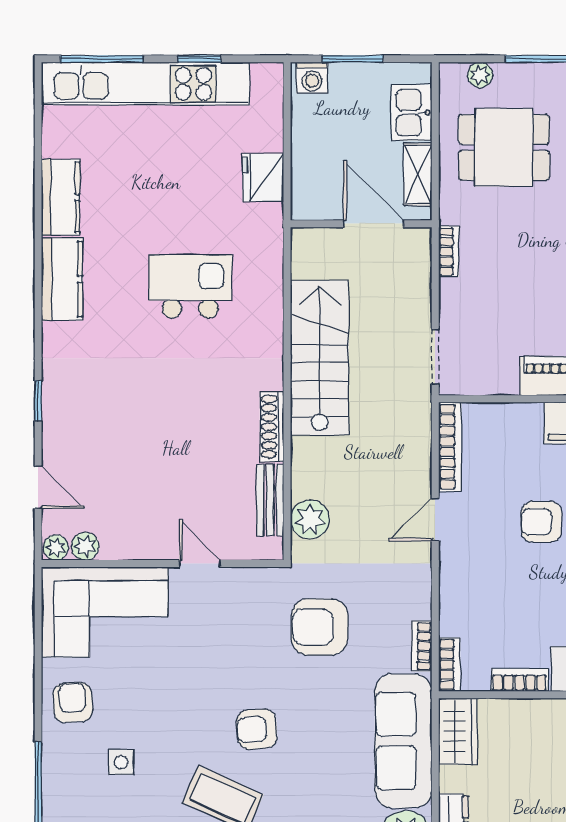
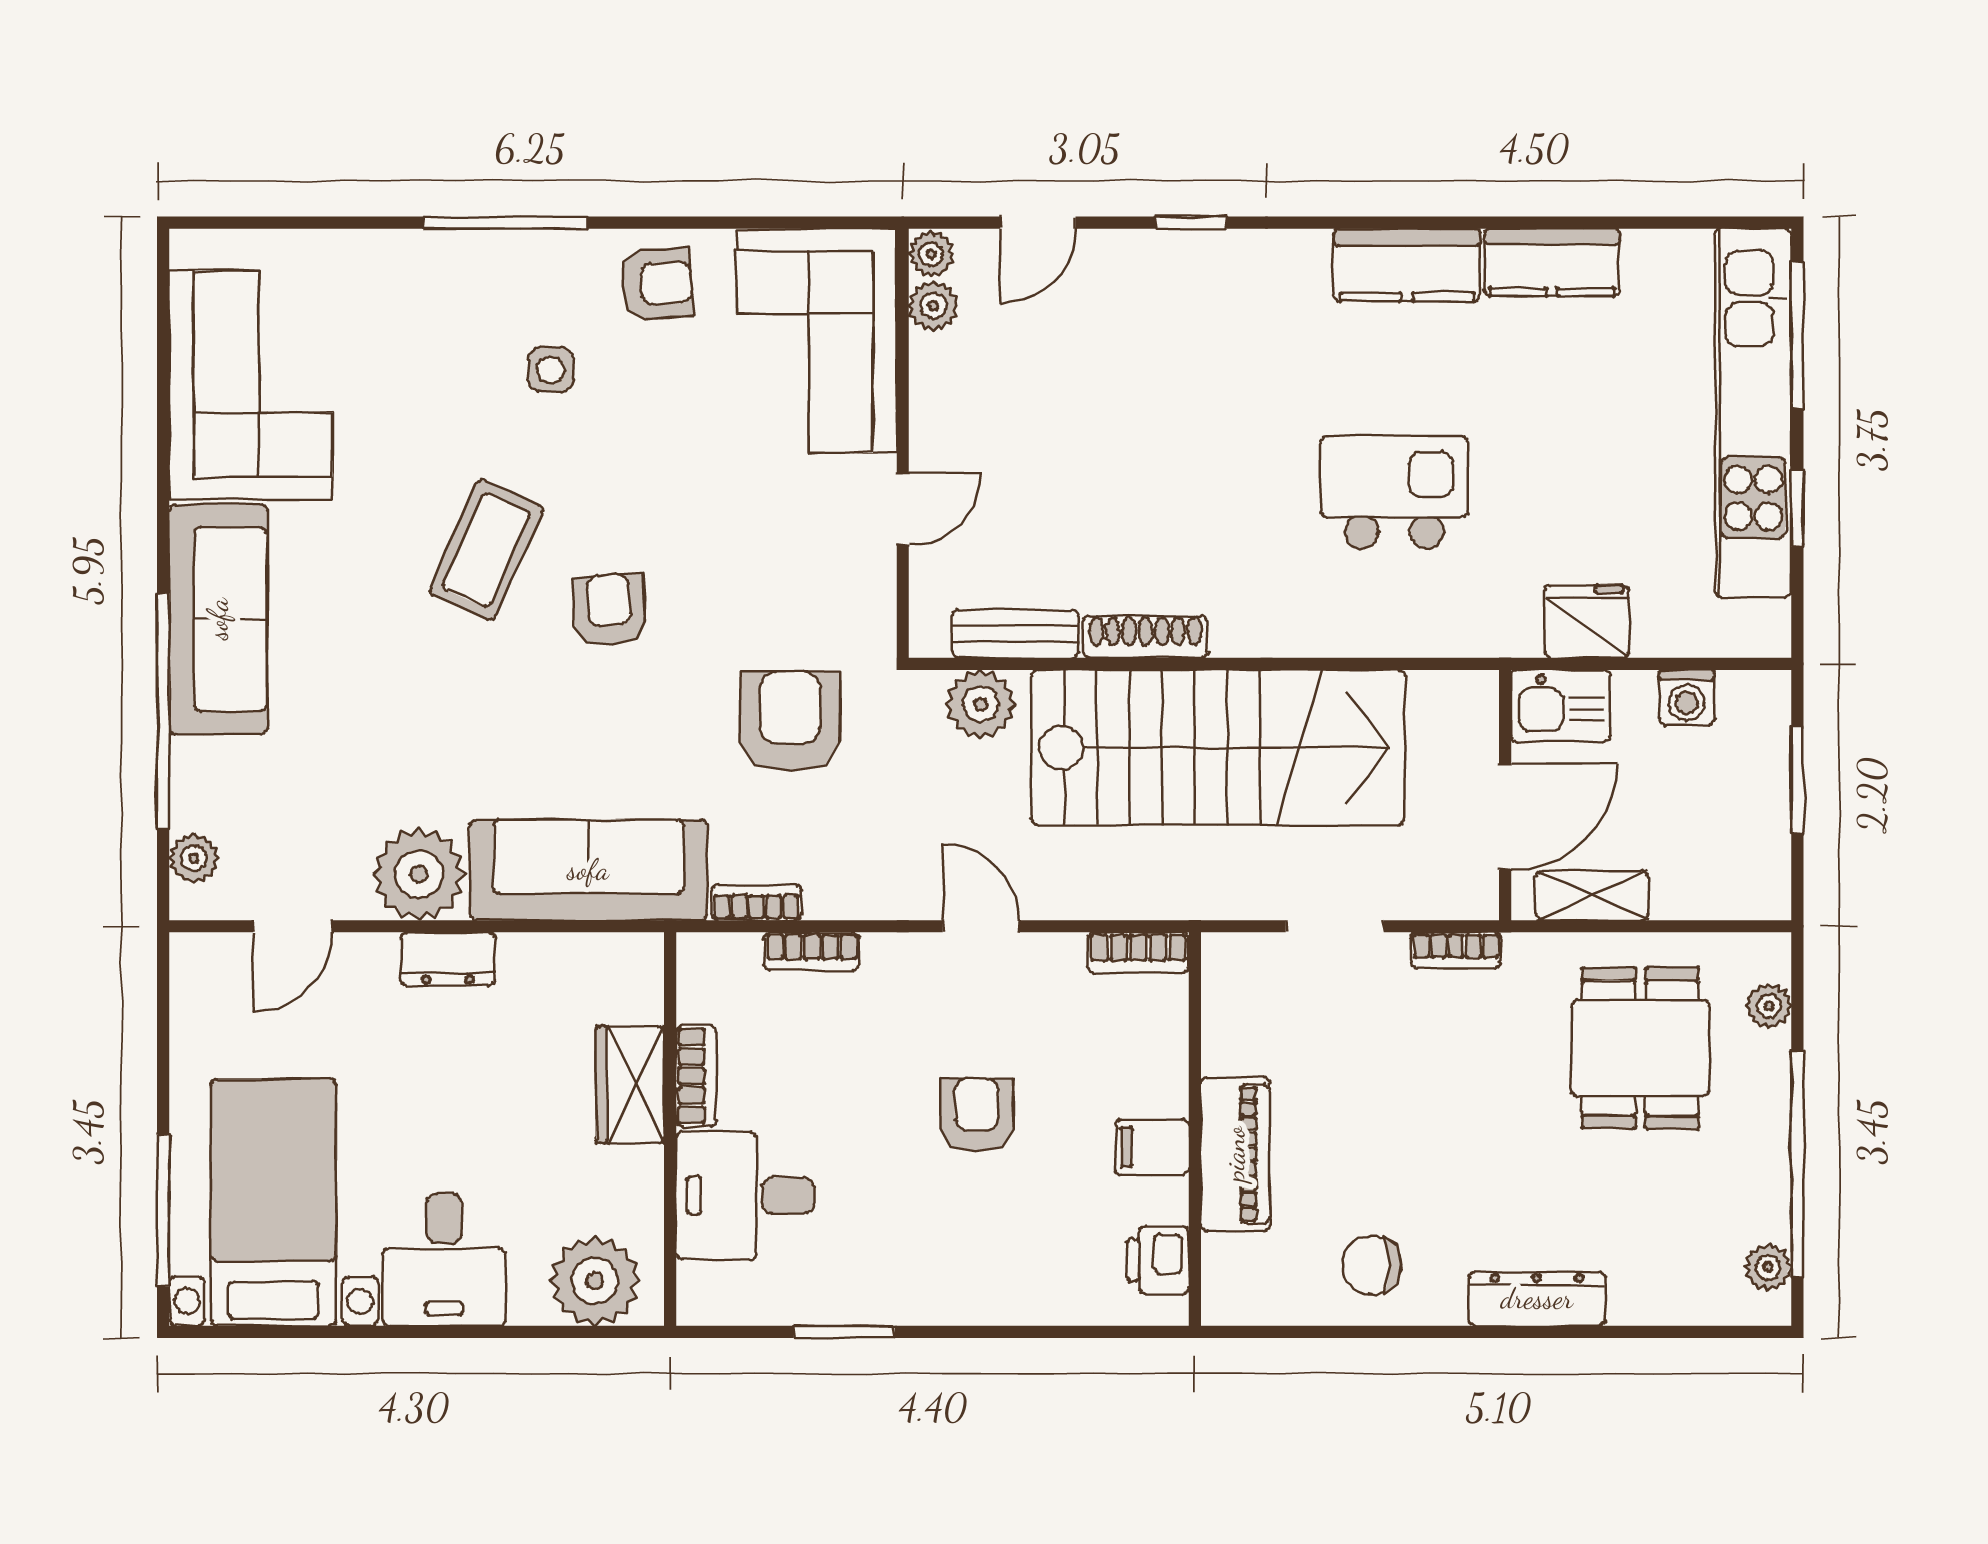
washing machine: (312, 78) -> (1687, 697), moved, turned -90
kitchen sink: (412, 113) -> (1561, 706), moved, turned 180
kitchen island: (190, 286) -> (1394, 492), turned -90
doorway: (435, 357) -> (1335, 926), moved
stairs: (320, 358) -> (1218, 748), width x1.36, depth x1.51
bookcase: (450, 447) -> (1138, 953), width x0.64
bookcase: (449, 665) -> (812, 951), moved
wardrobe: (458, 731) -> (630, 1085), moved, turned 90

